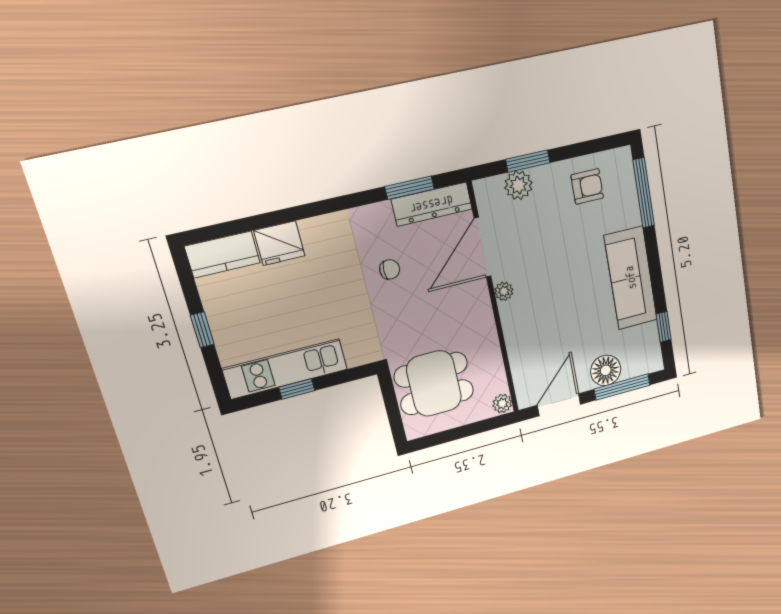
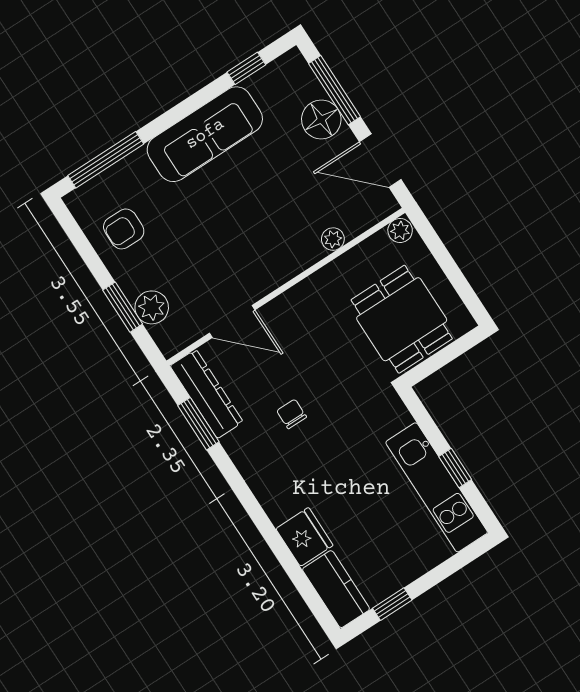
armchair: (587, 186) -> (124, 229), turned -90
door: (483, 247) -> (232, 322), width x0.73
plant: (504, 291) -> (333, 239), moved
window: (202, 330) -> (392, 604), moved

